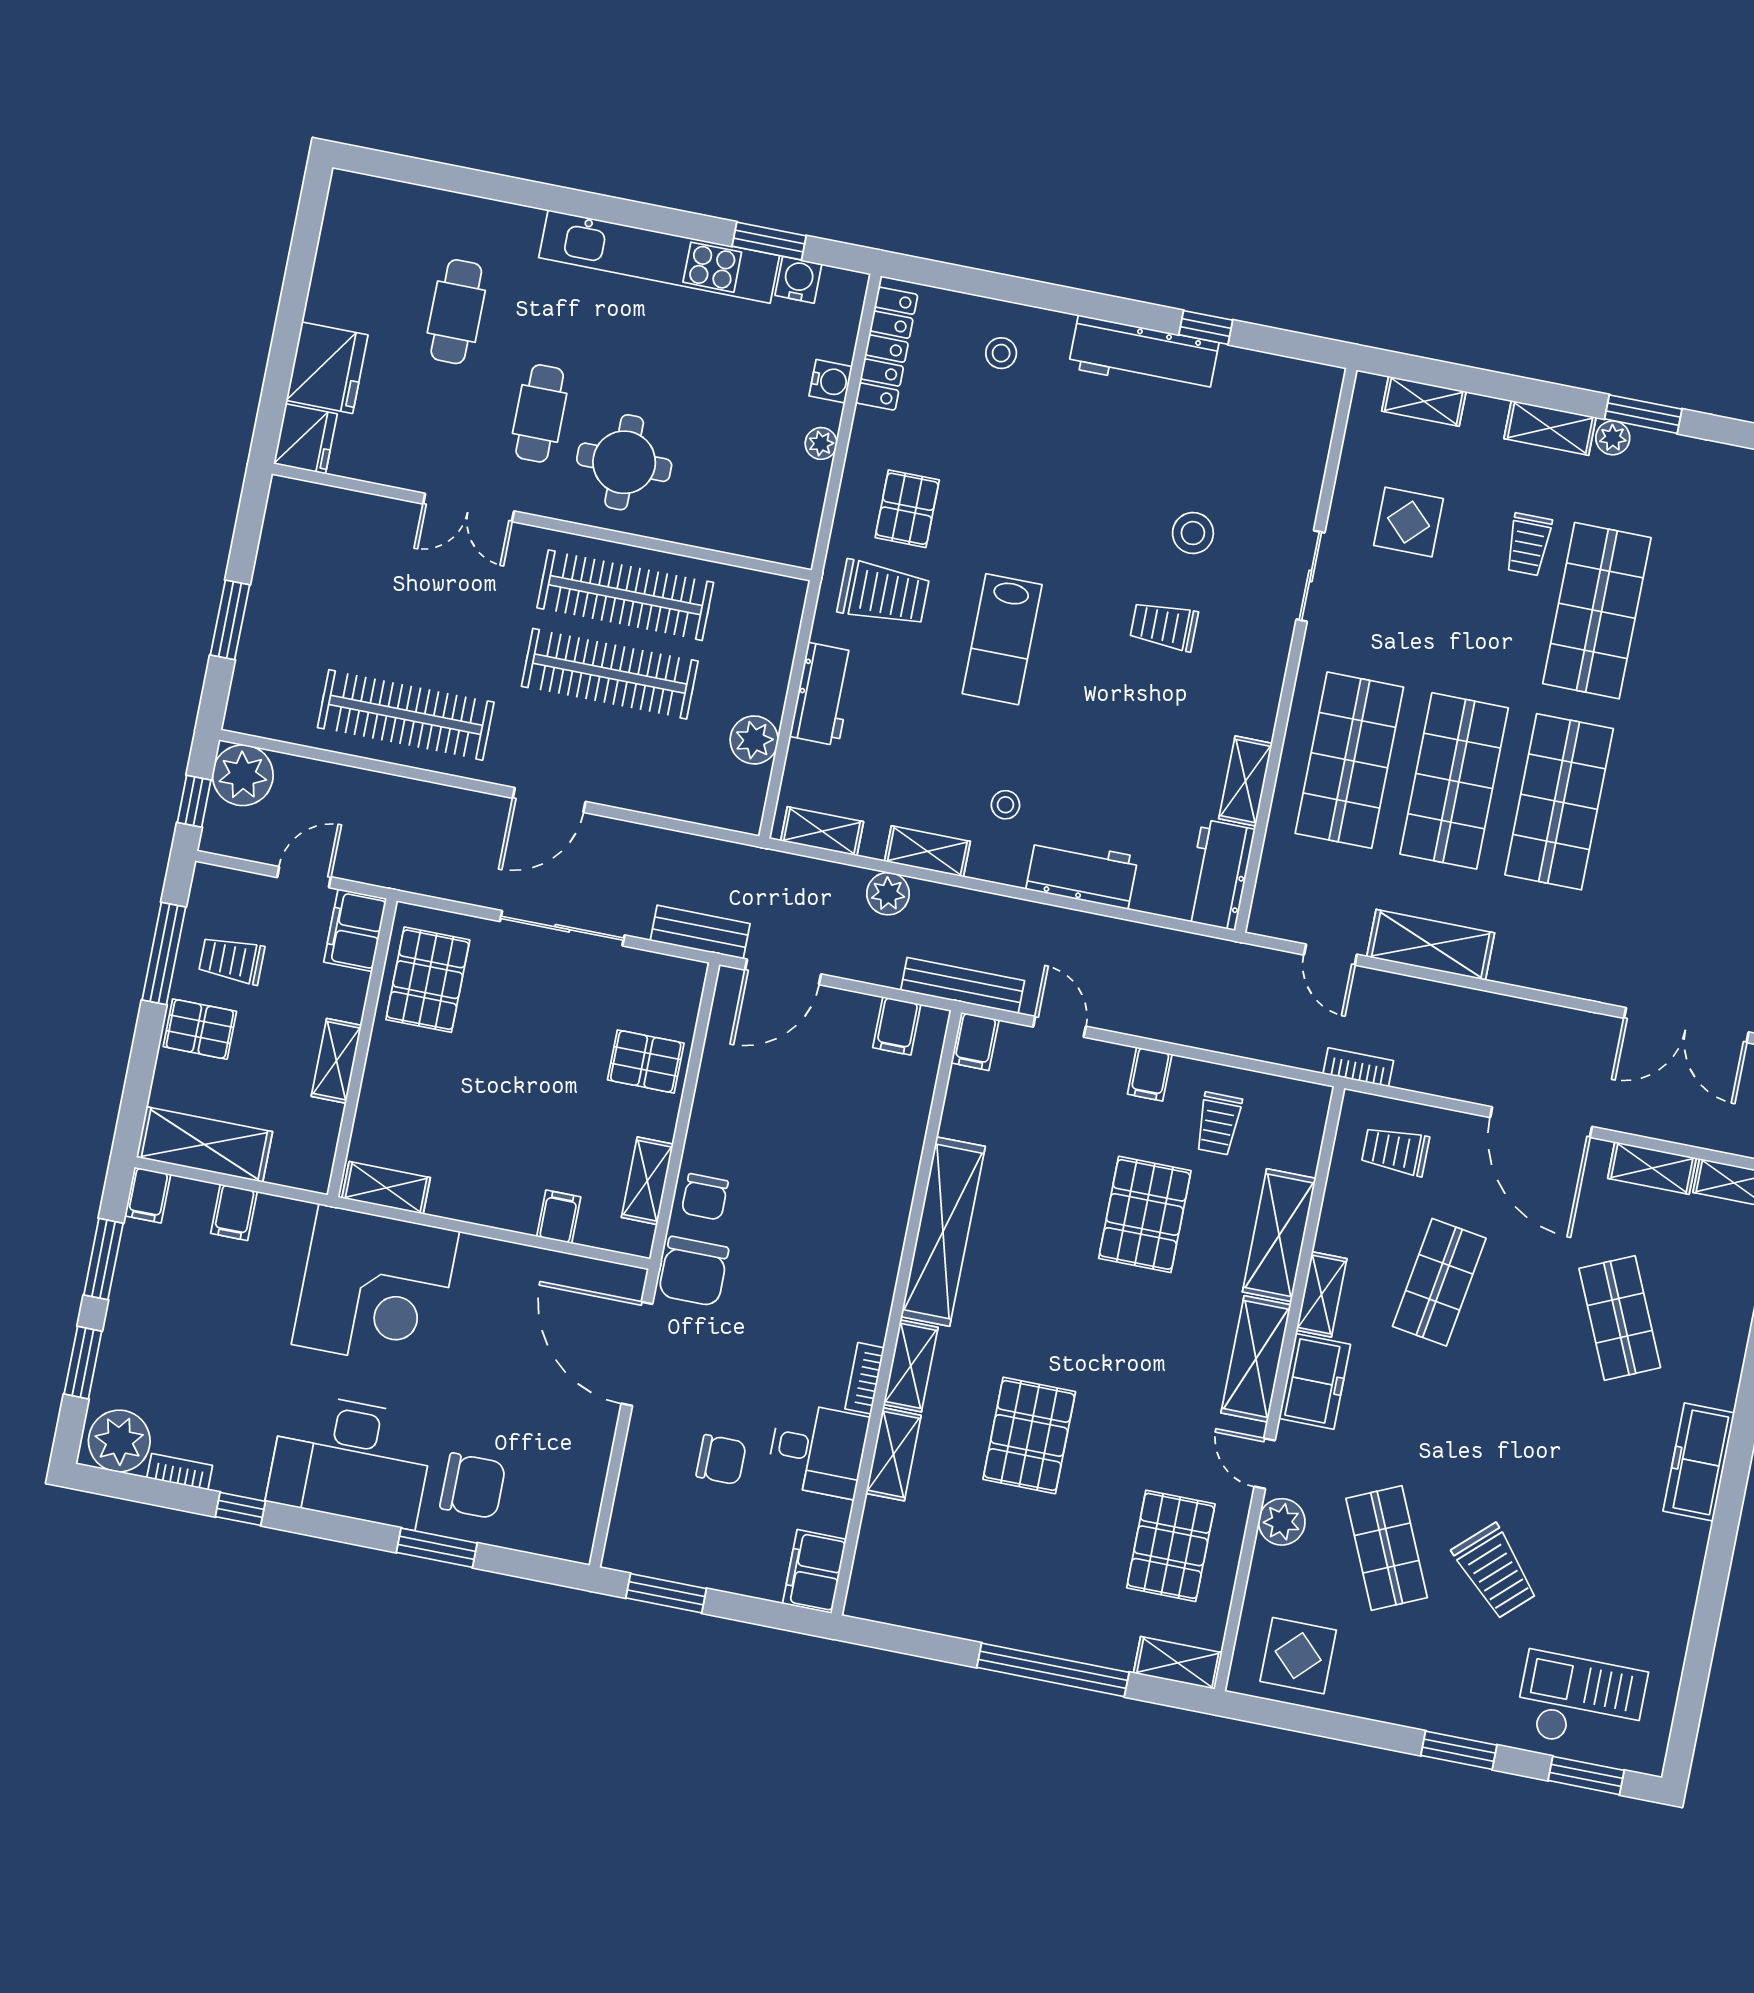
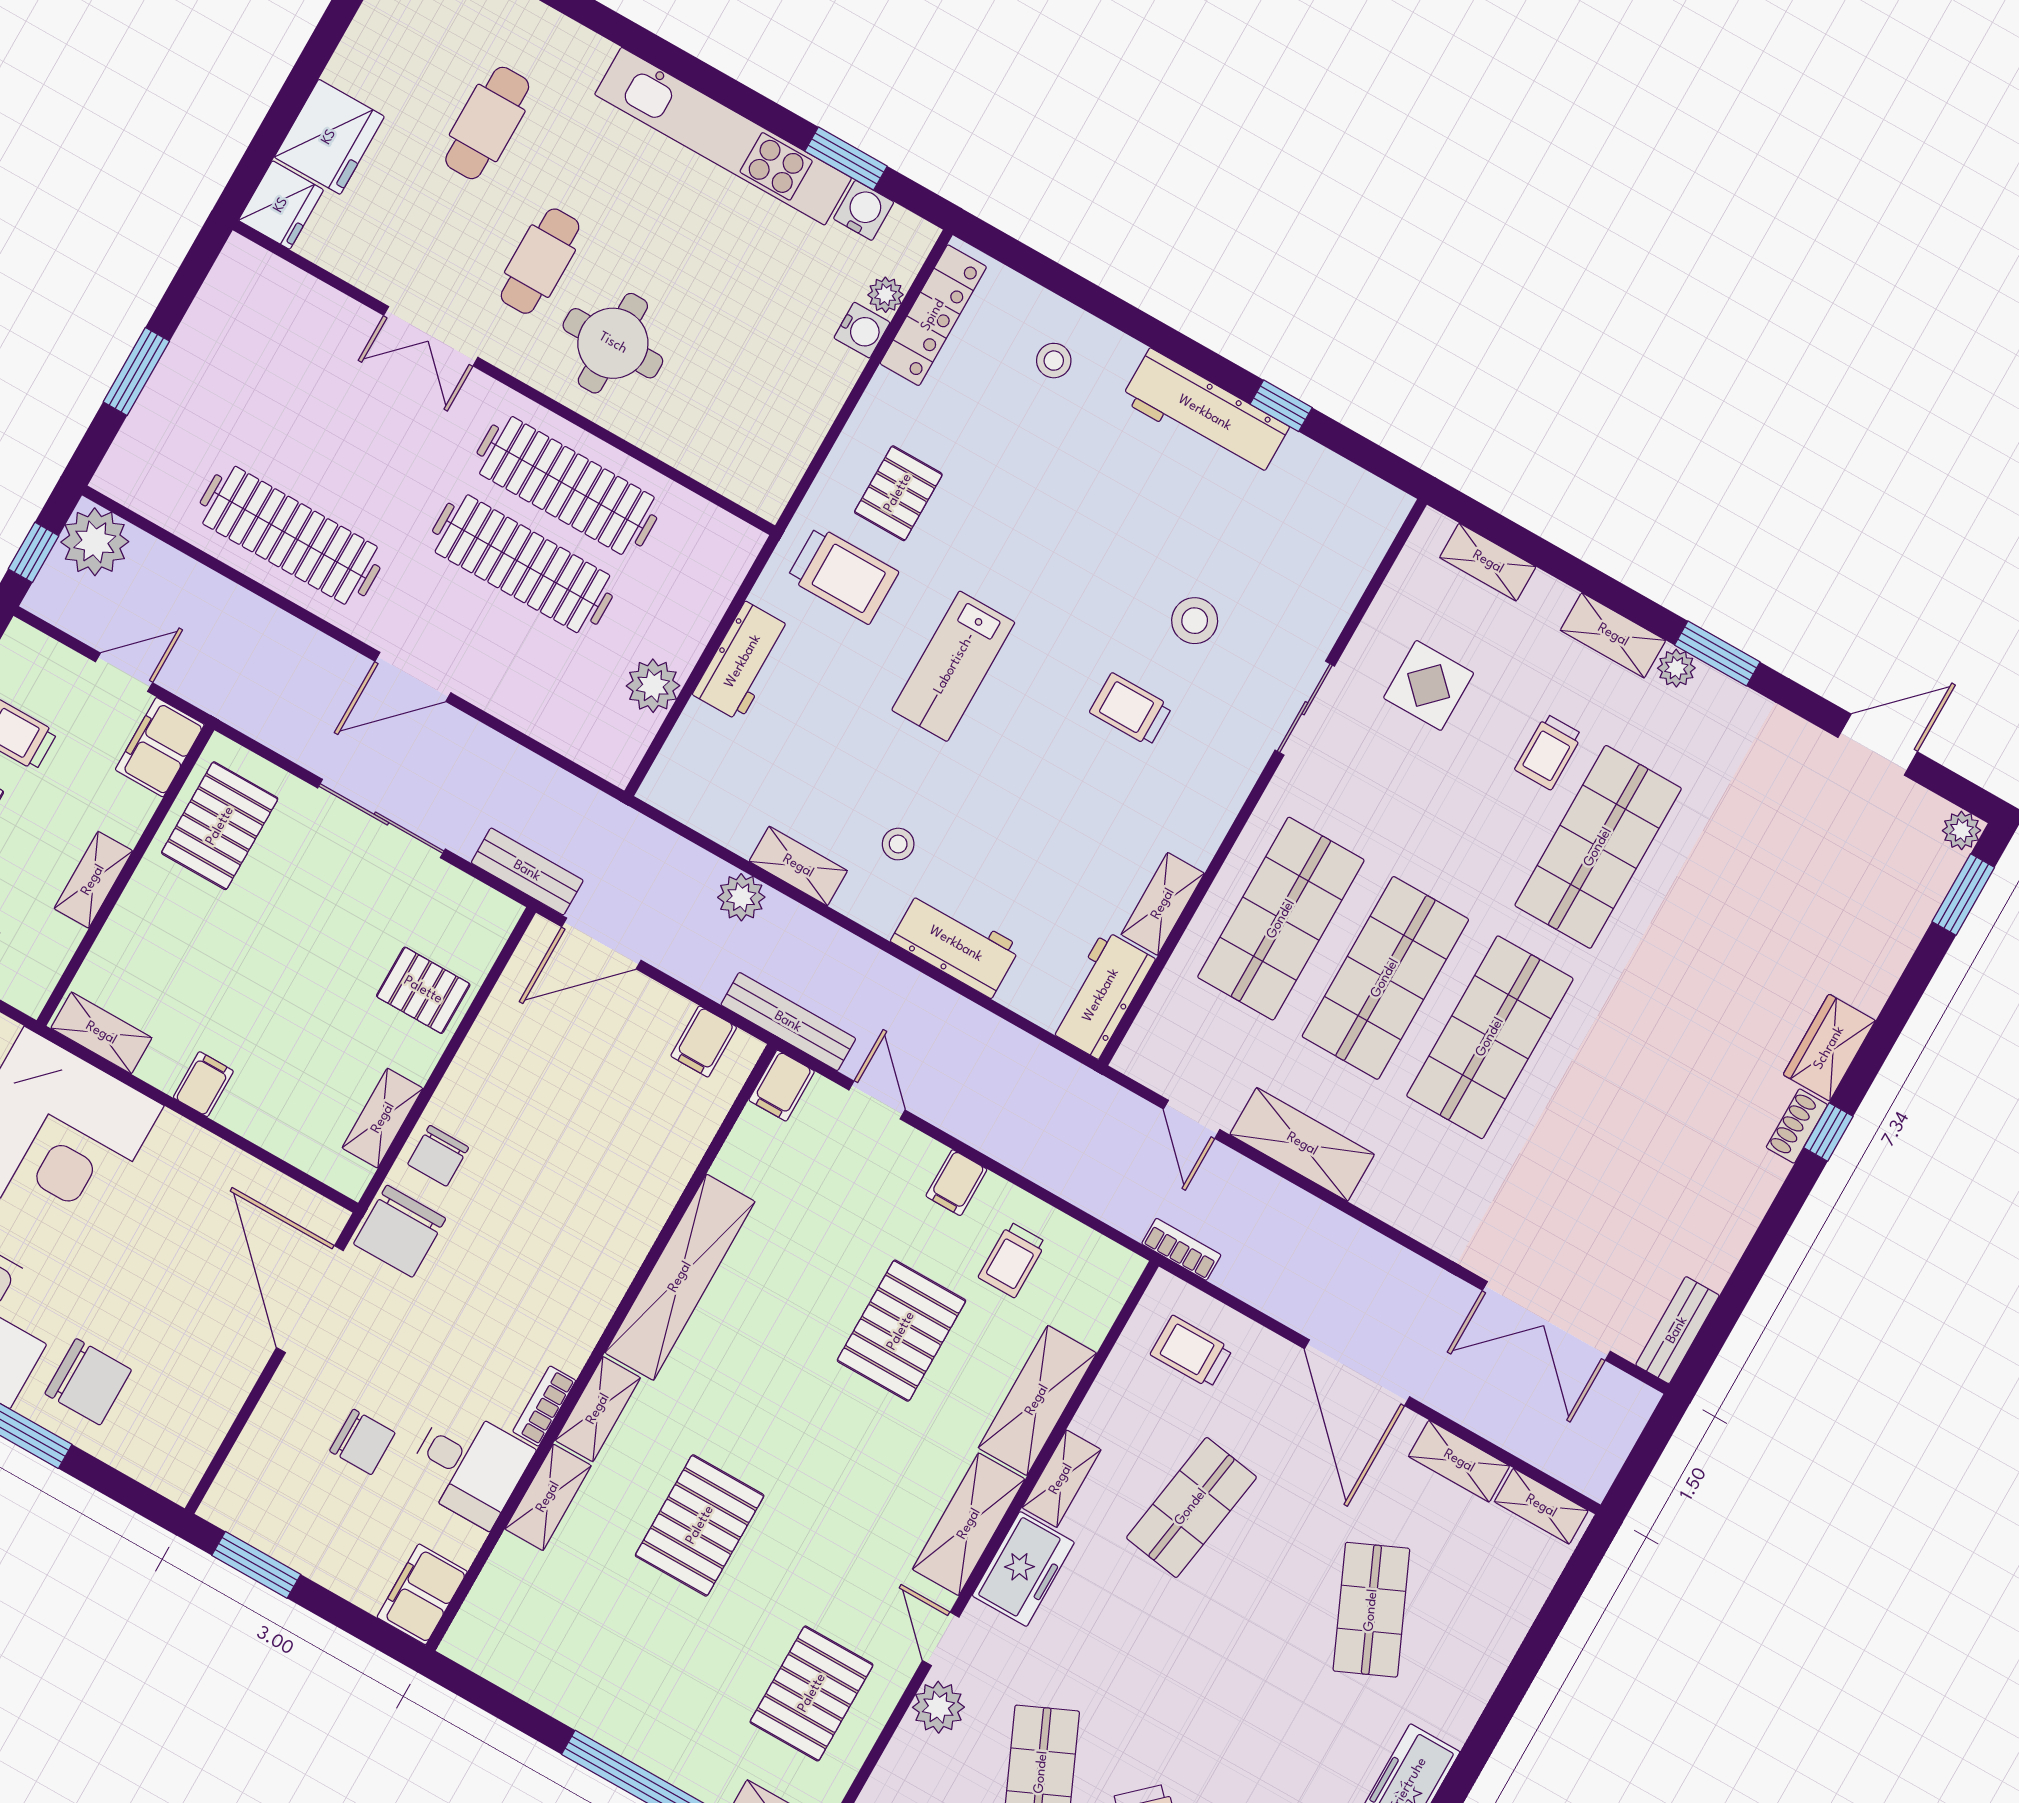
plant: (821, 443) -> (886, 295), moved
shelving: (822, 831) -> (693, 807), removed
filing cabinet: (559, 1217) -> (203, 1084), moved

